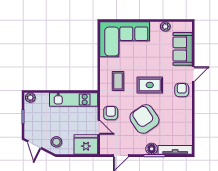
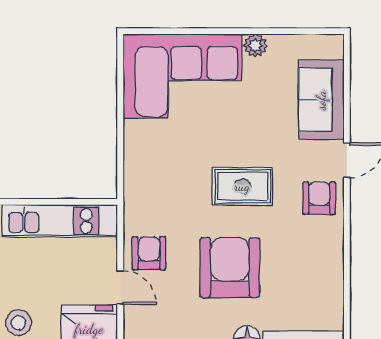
plant: (165, 26) -> (255, 46), moved
coffee table: (118, 81) -> (166, 176), removed
armchair: (144, 119) -> (230, 268), turned 34

